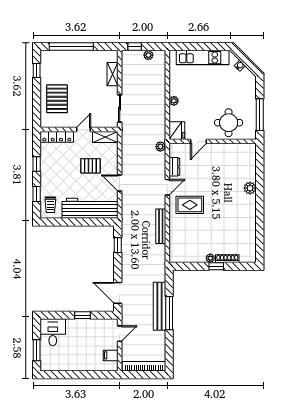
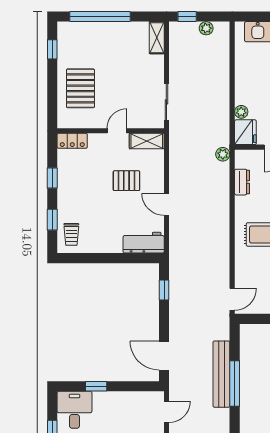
shelving: (112, 74) -> (157, 38), moved
plant: (174, 101) -> (241, 112), moved
locker: (57, 137) -> (72, 141), width x0.66
door: (167, 187) -> (232, 299), moved
workbench: (90, 208) -> (144, 243), width x0.53, depth x0.76
bench: (161, 226) -> (223, 264), removed
window: (82, 315) -> (96, 386), moved

